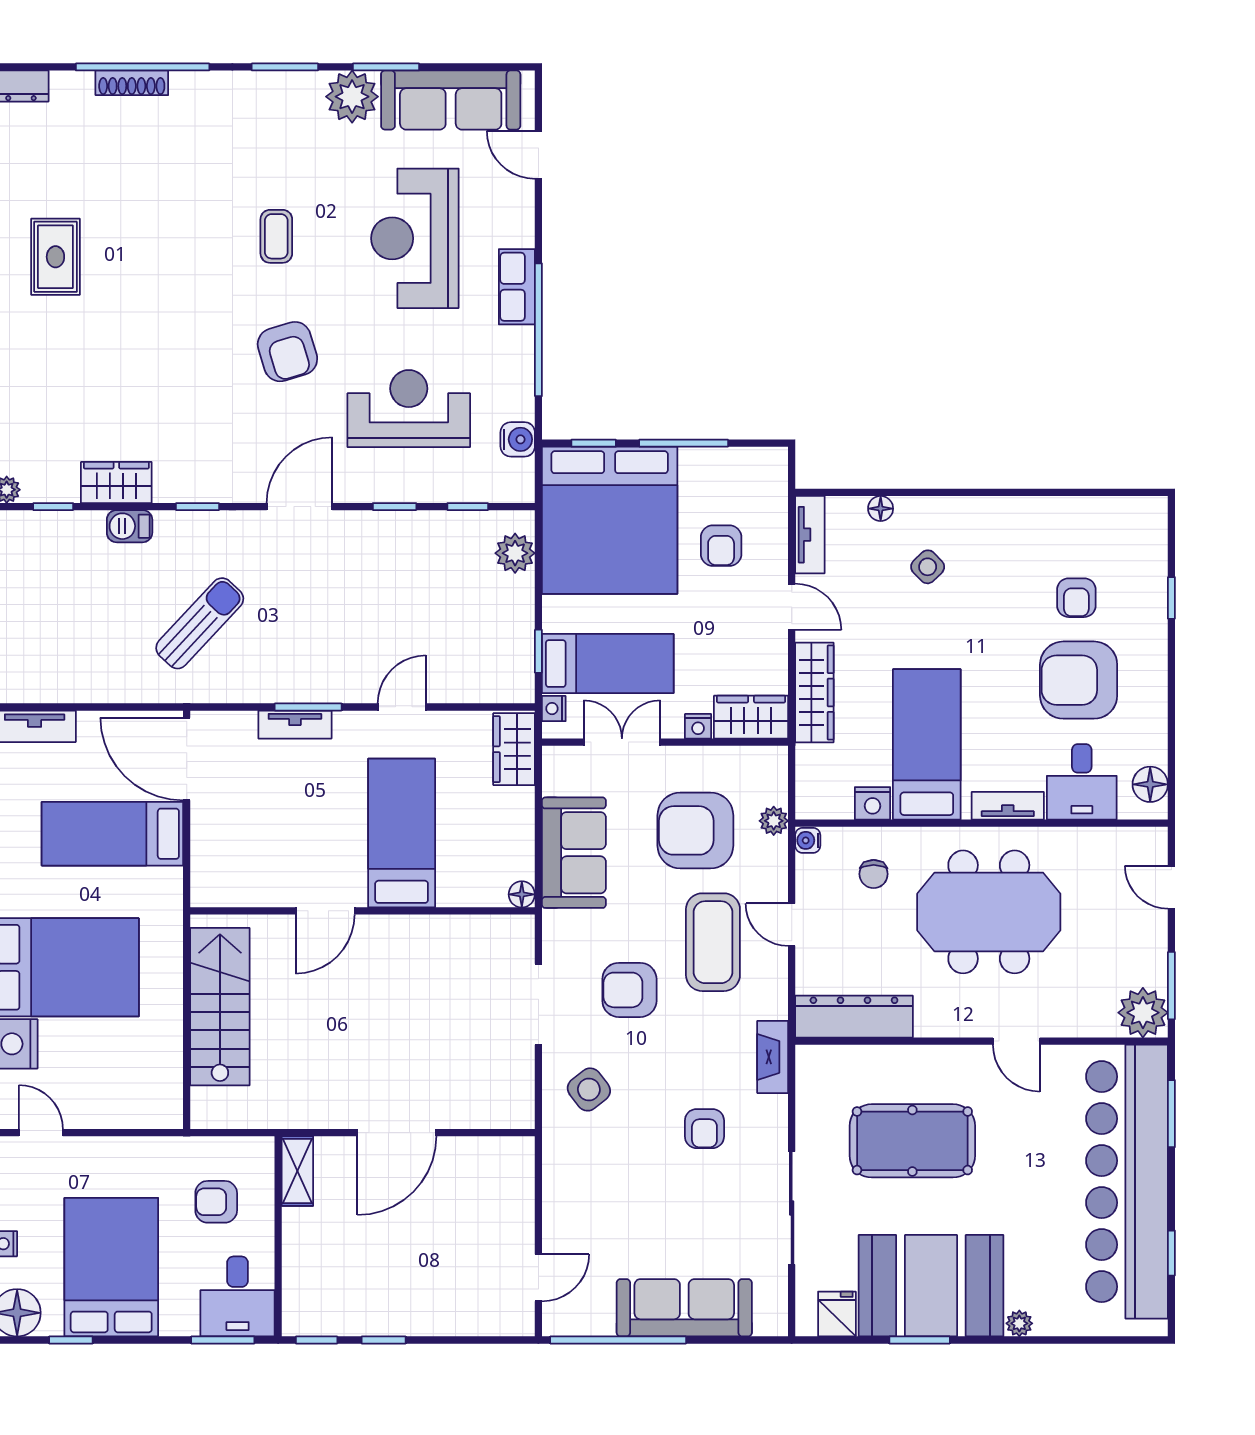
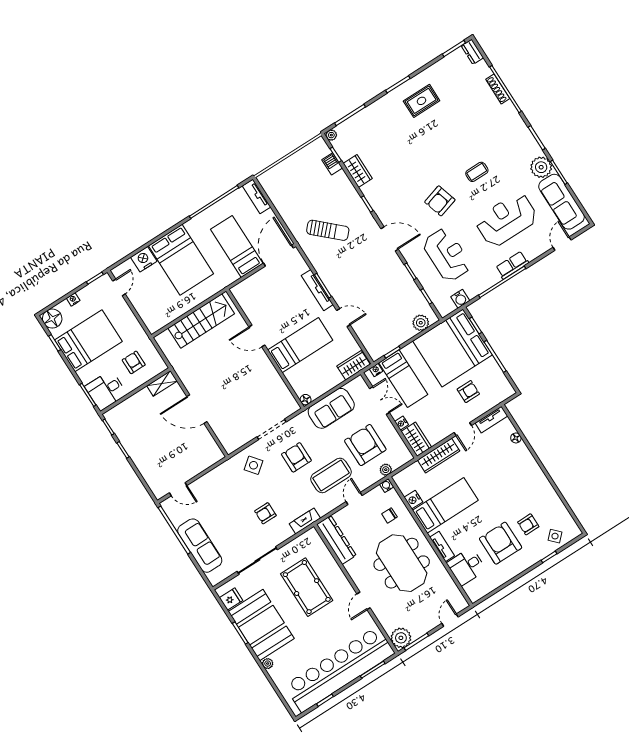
barbecue: (130, 526) -> (332, 164), moved
armchair: (721, 546) -> (468, 392), turned 180
side table: (928, 567) -> (555, 536), moved
tv unit: (295, 725) -> (317, 290), width x1.41
floor lamp: (1150, 784) -> (481, 590), removed

